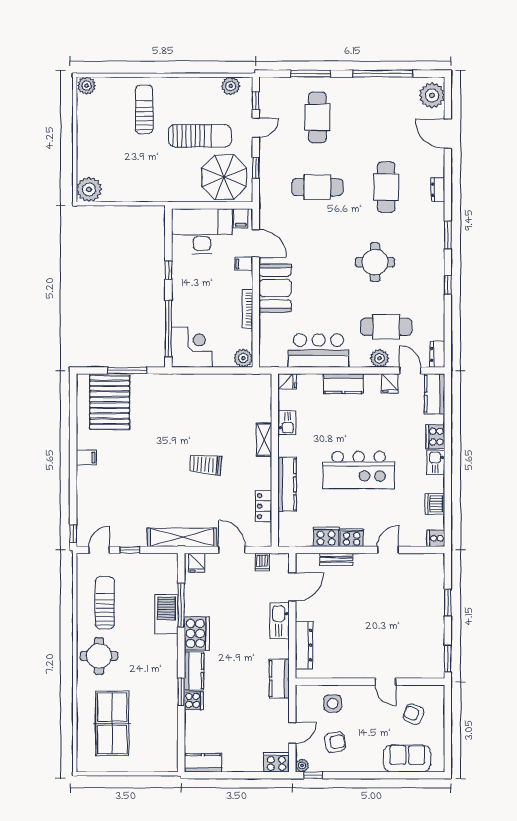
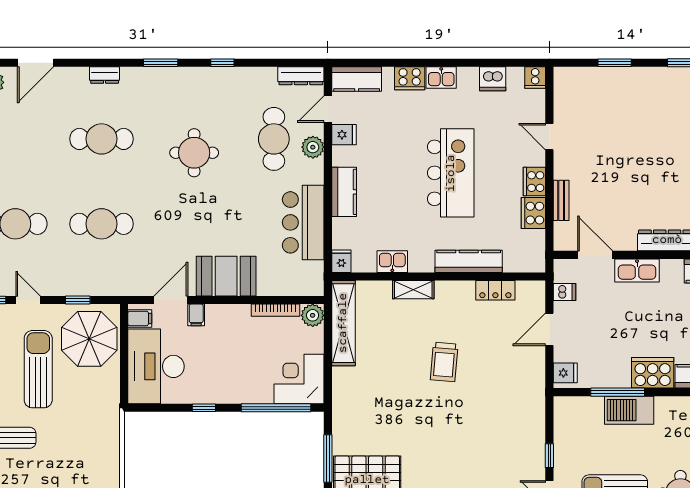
cafe table: (317, 187) -> (101, 224), turned 90
bookcase: (248, 309) -> (275, 310), moved
dresser: (437, 354) -> (301, 76), width x1.44
shelving: (182, 537) -> (343, 323), moved

